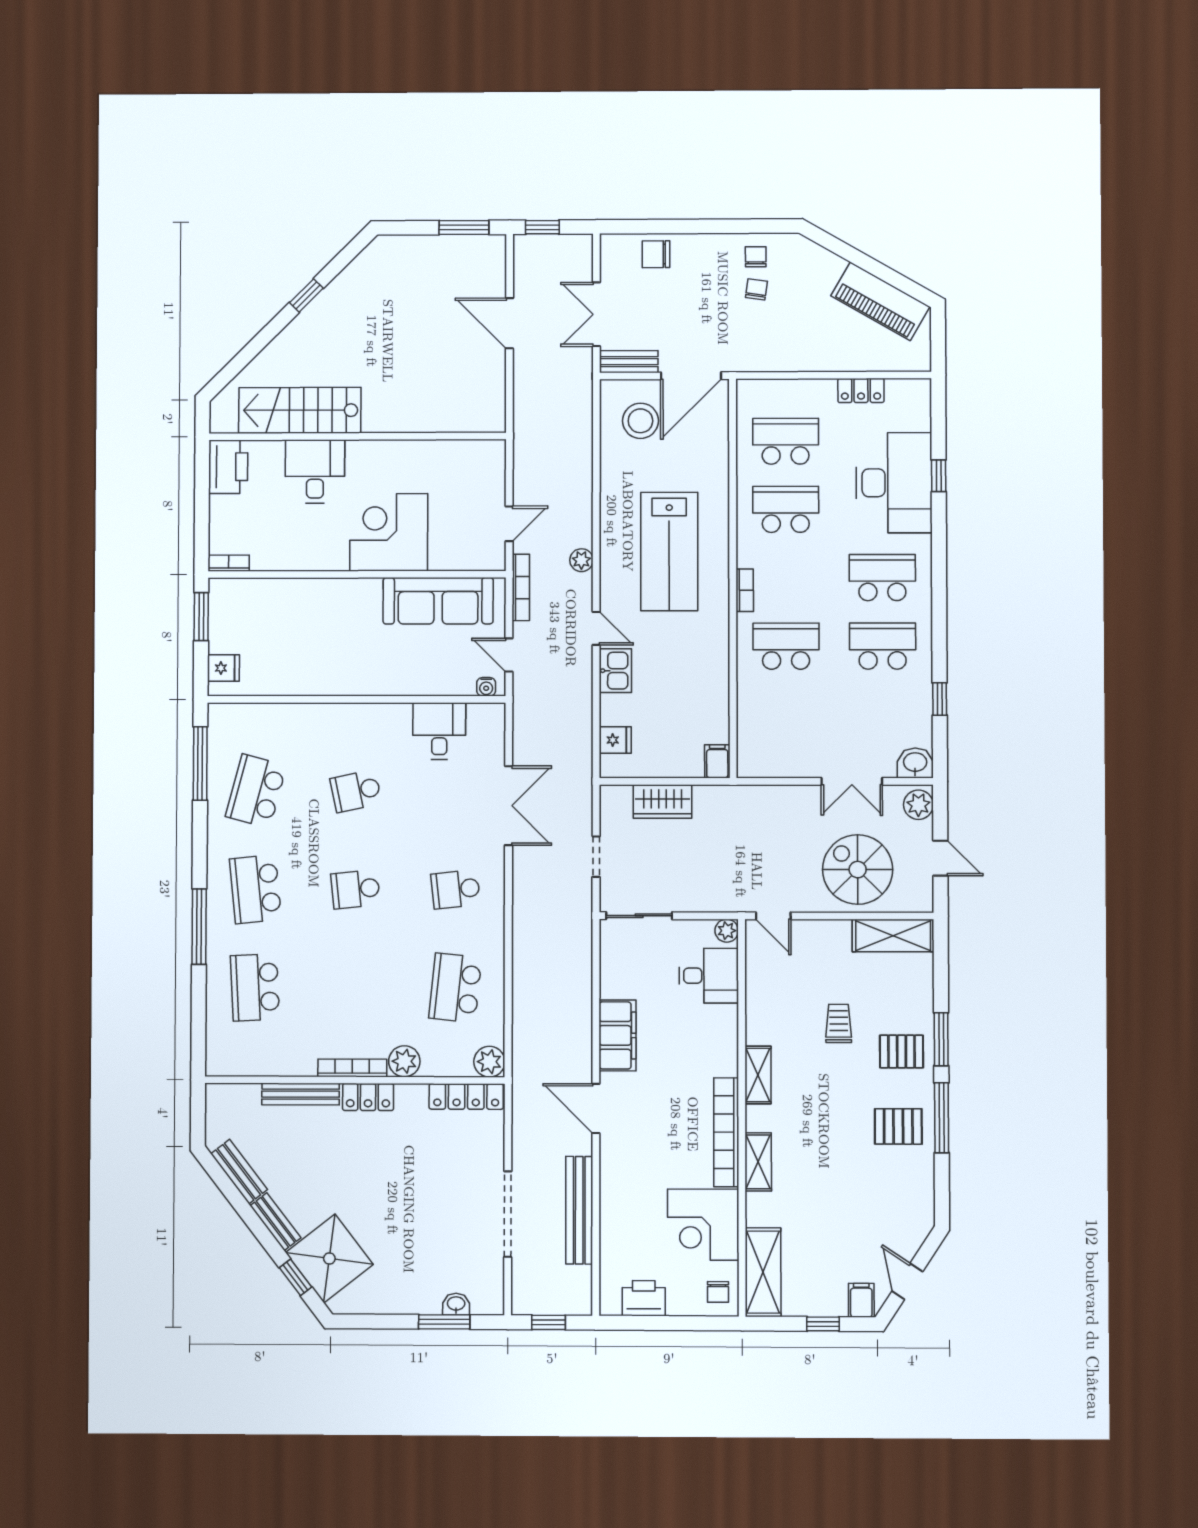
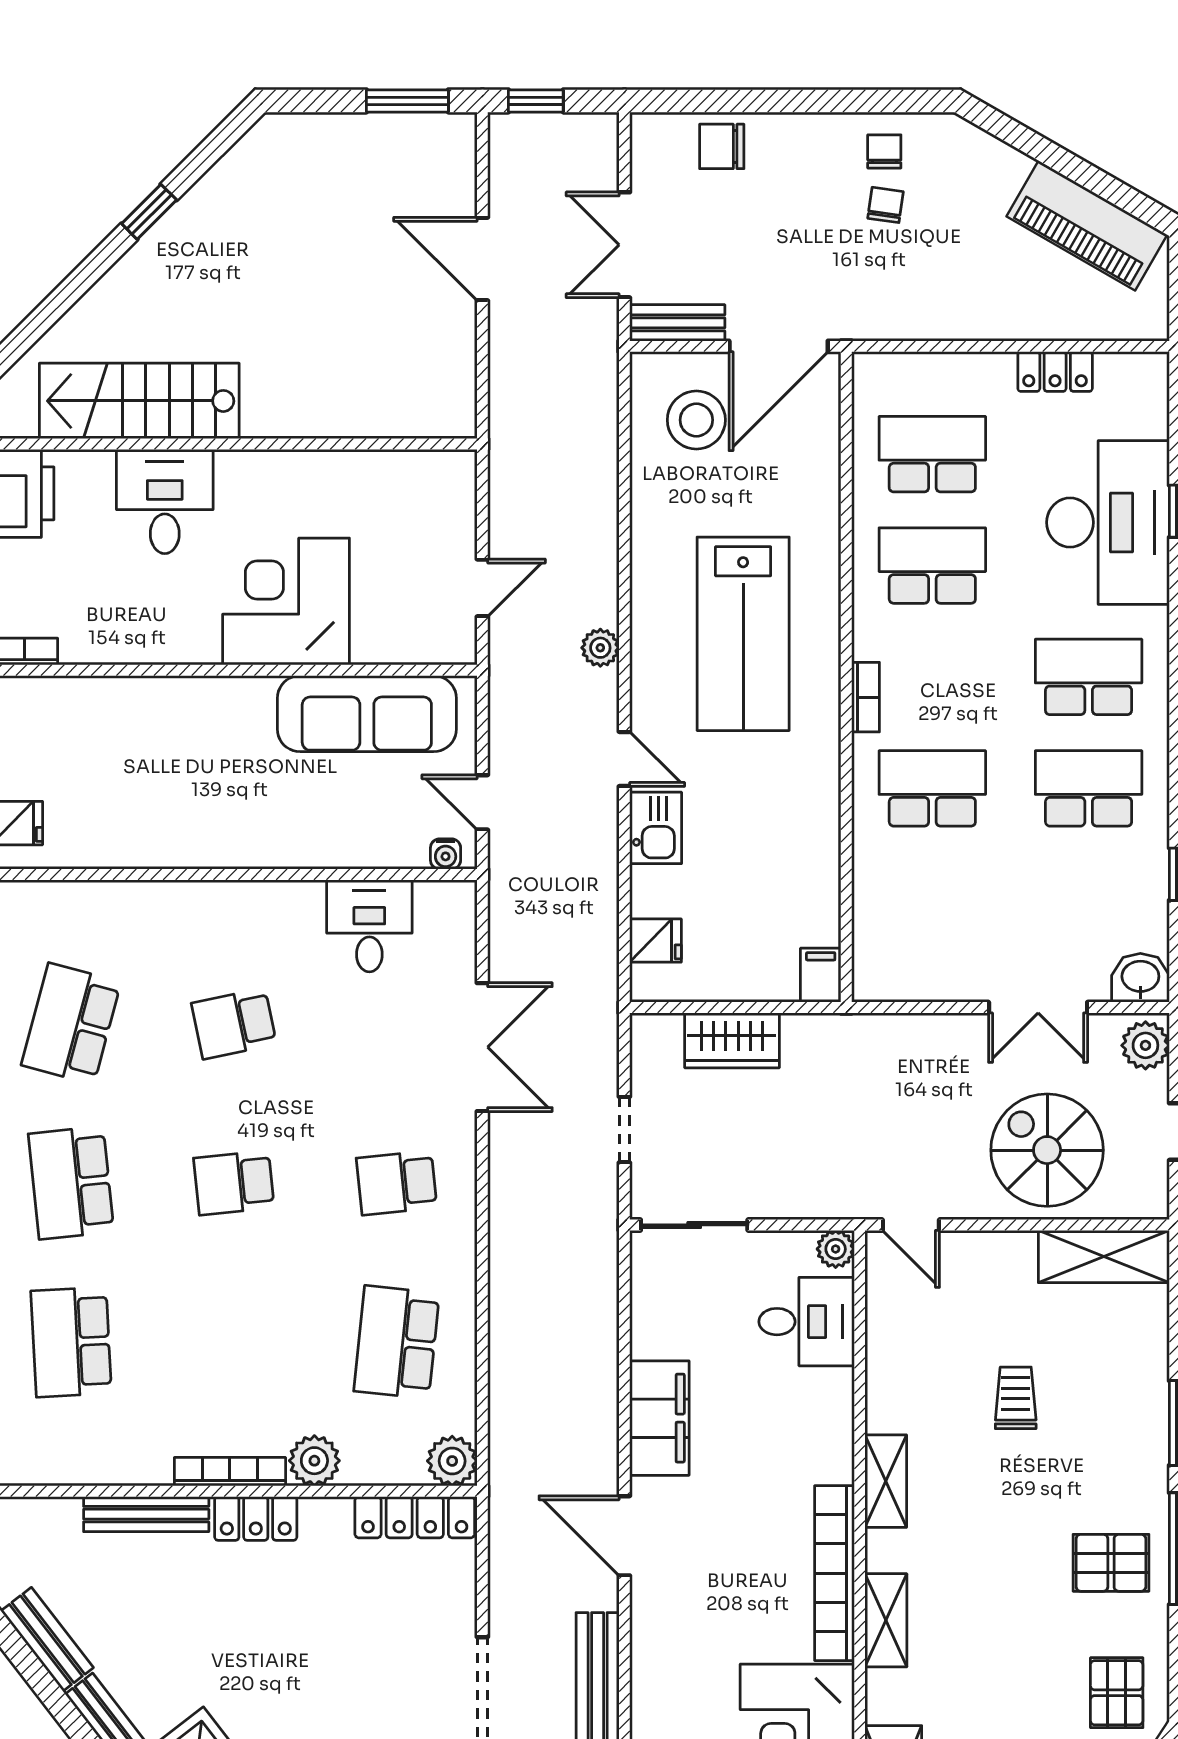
bookcase: (521, 587) -> (502, 692), removed
pallet: (902, 1052) -> (1117, 1693), moved, turned 90

